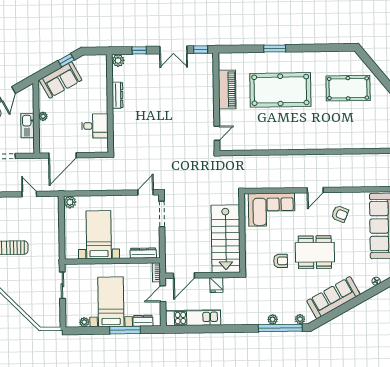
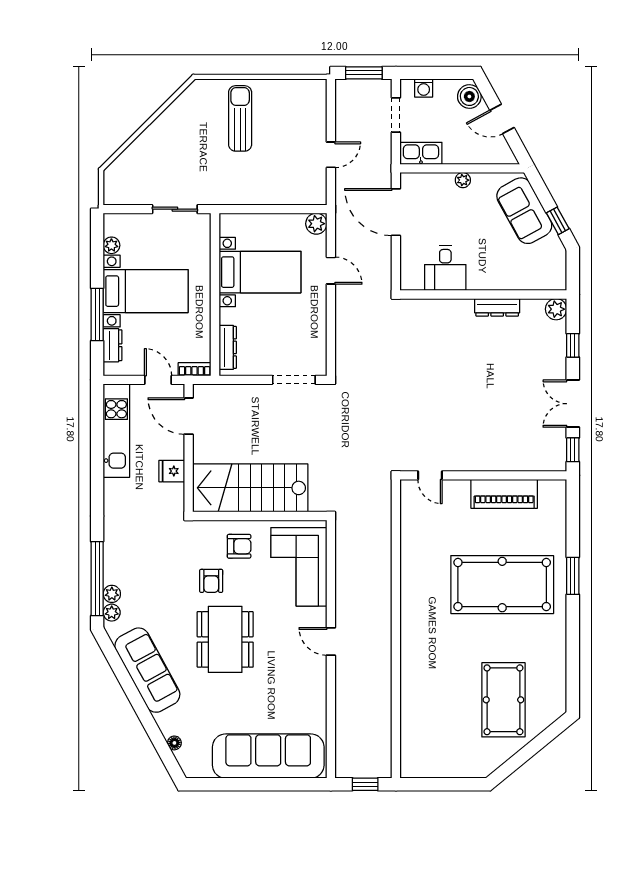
pool table: (280, 90) -> (502, 585), turned 90
kitchen sink: (27, 126) -> (421, 153), moved
door: (145, 192) -> (331, 271), moved
armchair: (340, 214) -> (239, 546), moved, turned -112
plant: (273, 319) -> (112, 594), moved

